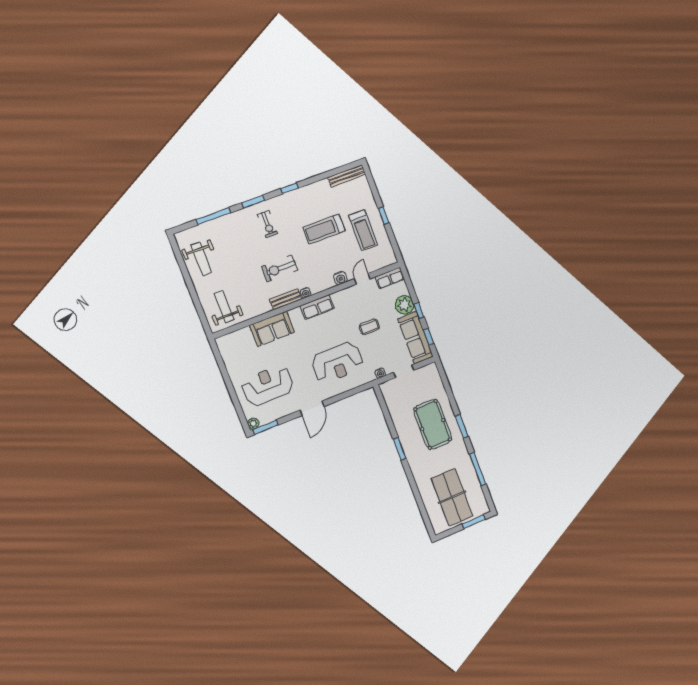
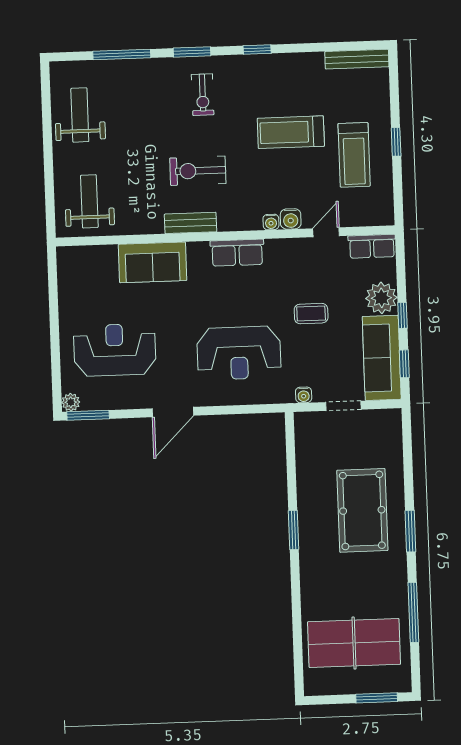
weight bench: (201, 259) -> (80, 115), turned 180
water cooler: (306, 293) -> (271, 222), moved
table tennis table: (452, 497) -> (354, 643), turned 90

